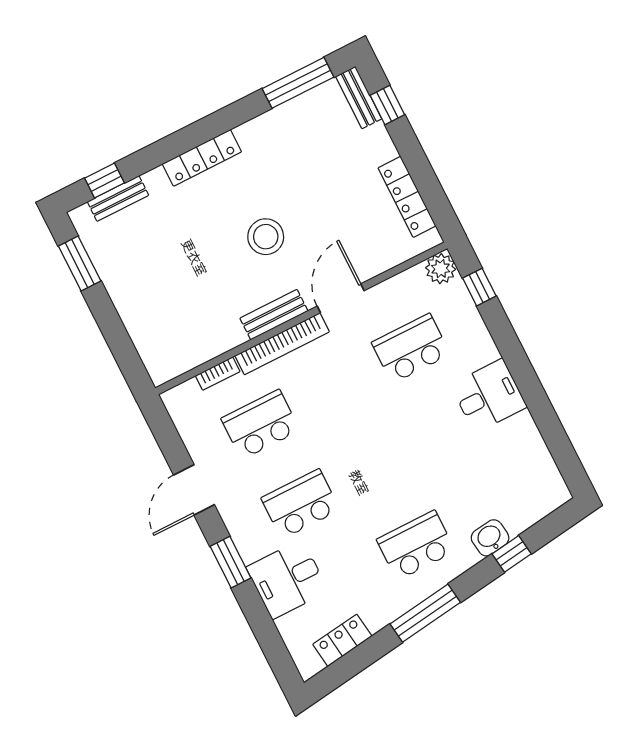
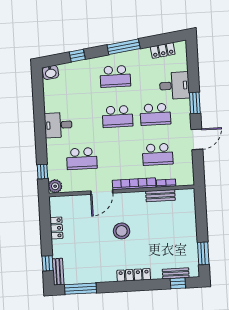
locker: (407, 197) -> (56, 228), width x0.66
bench: (274, 315) -> (160, 196), moved
school desk: (376, 466) -> (117, 116), added
washbasin: (490, 538) -> (50, 72), moved

